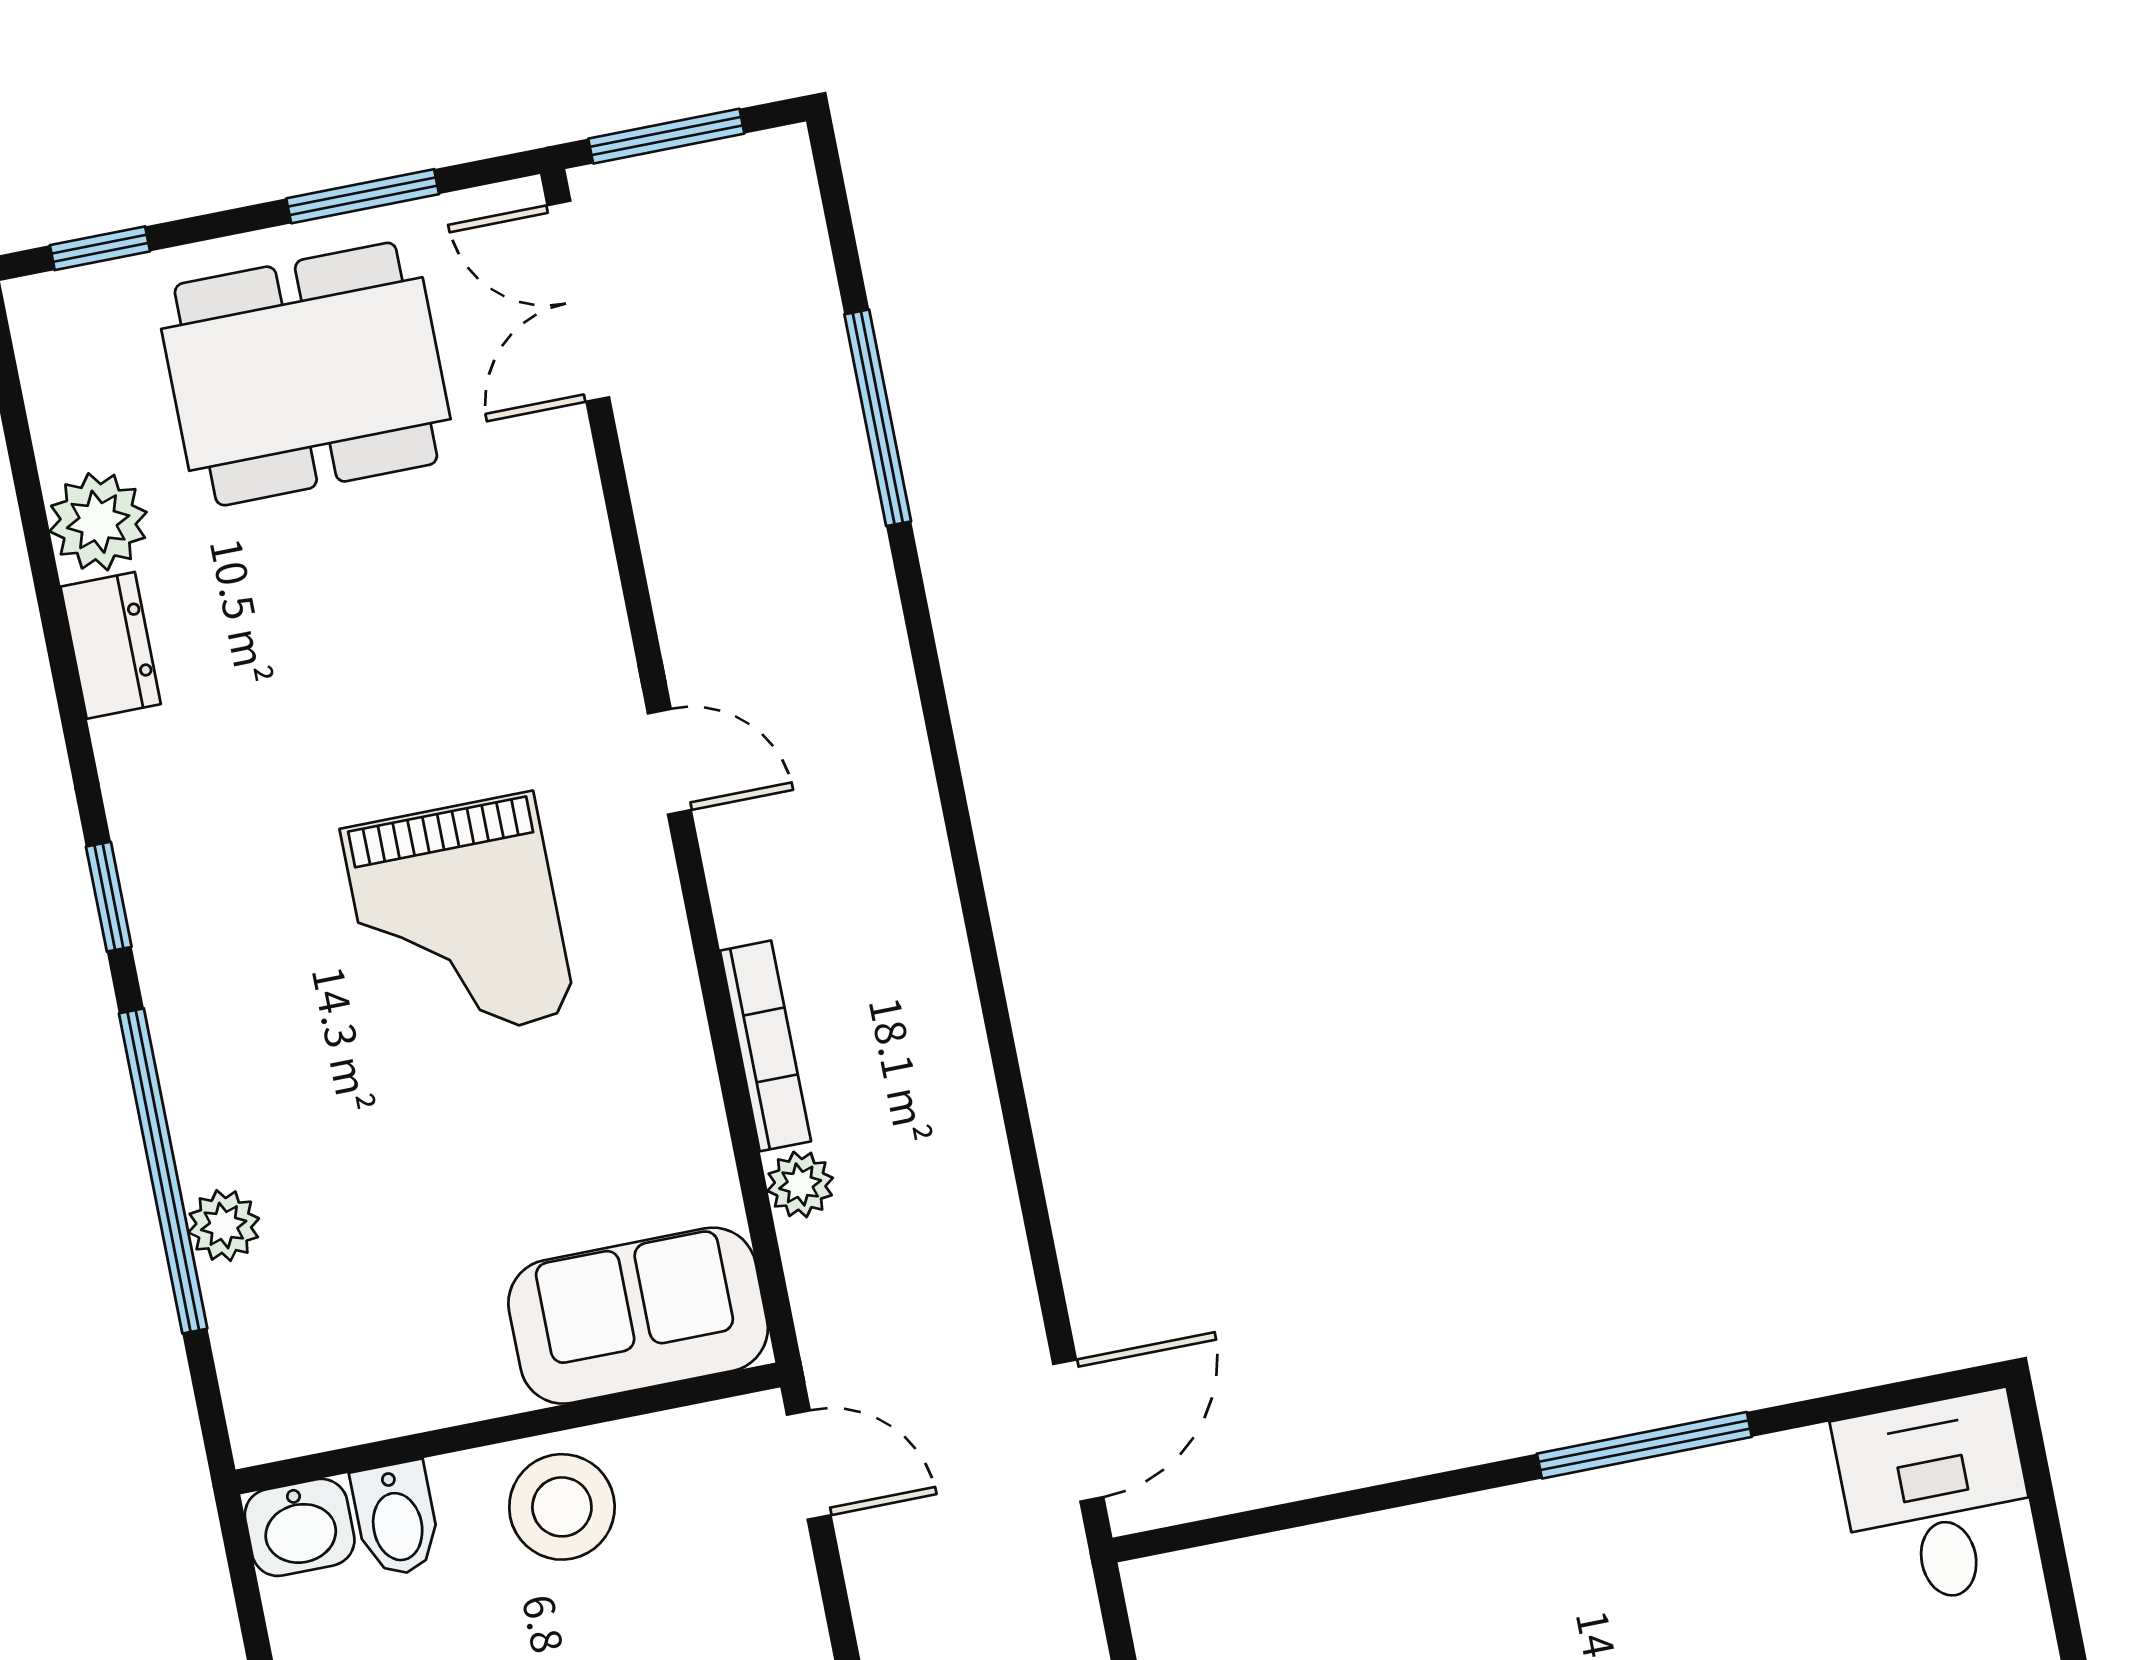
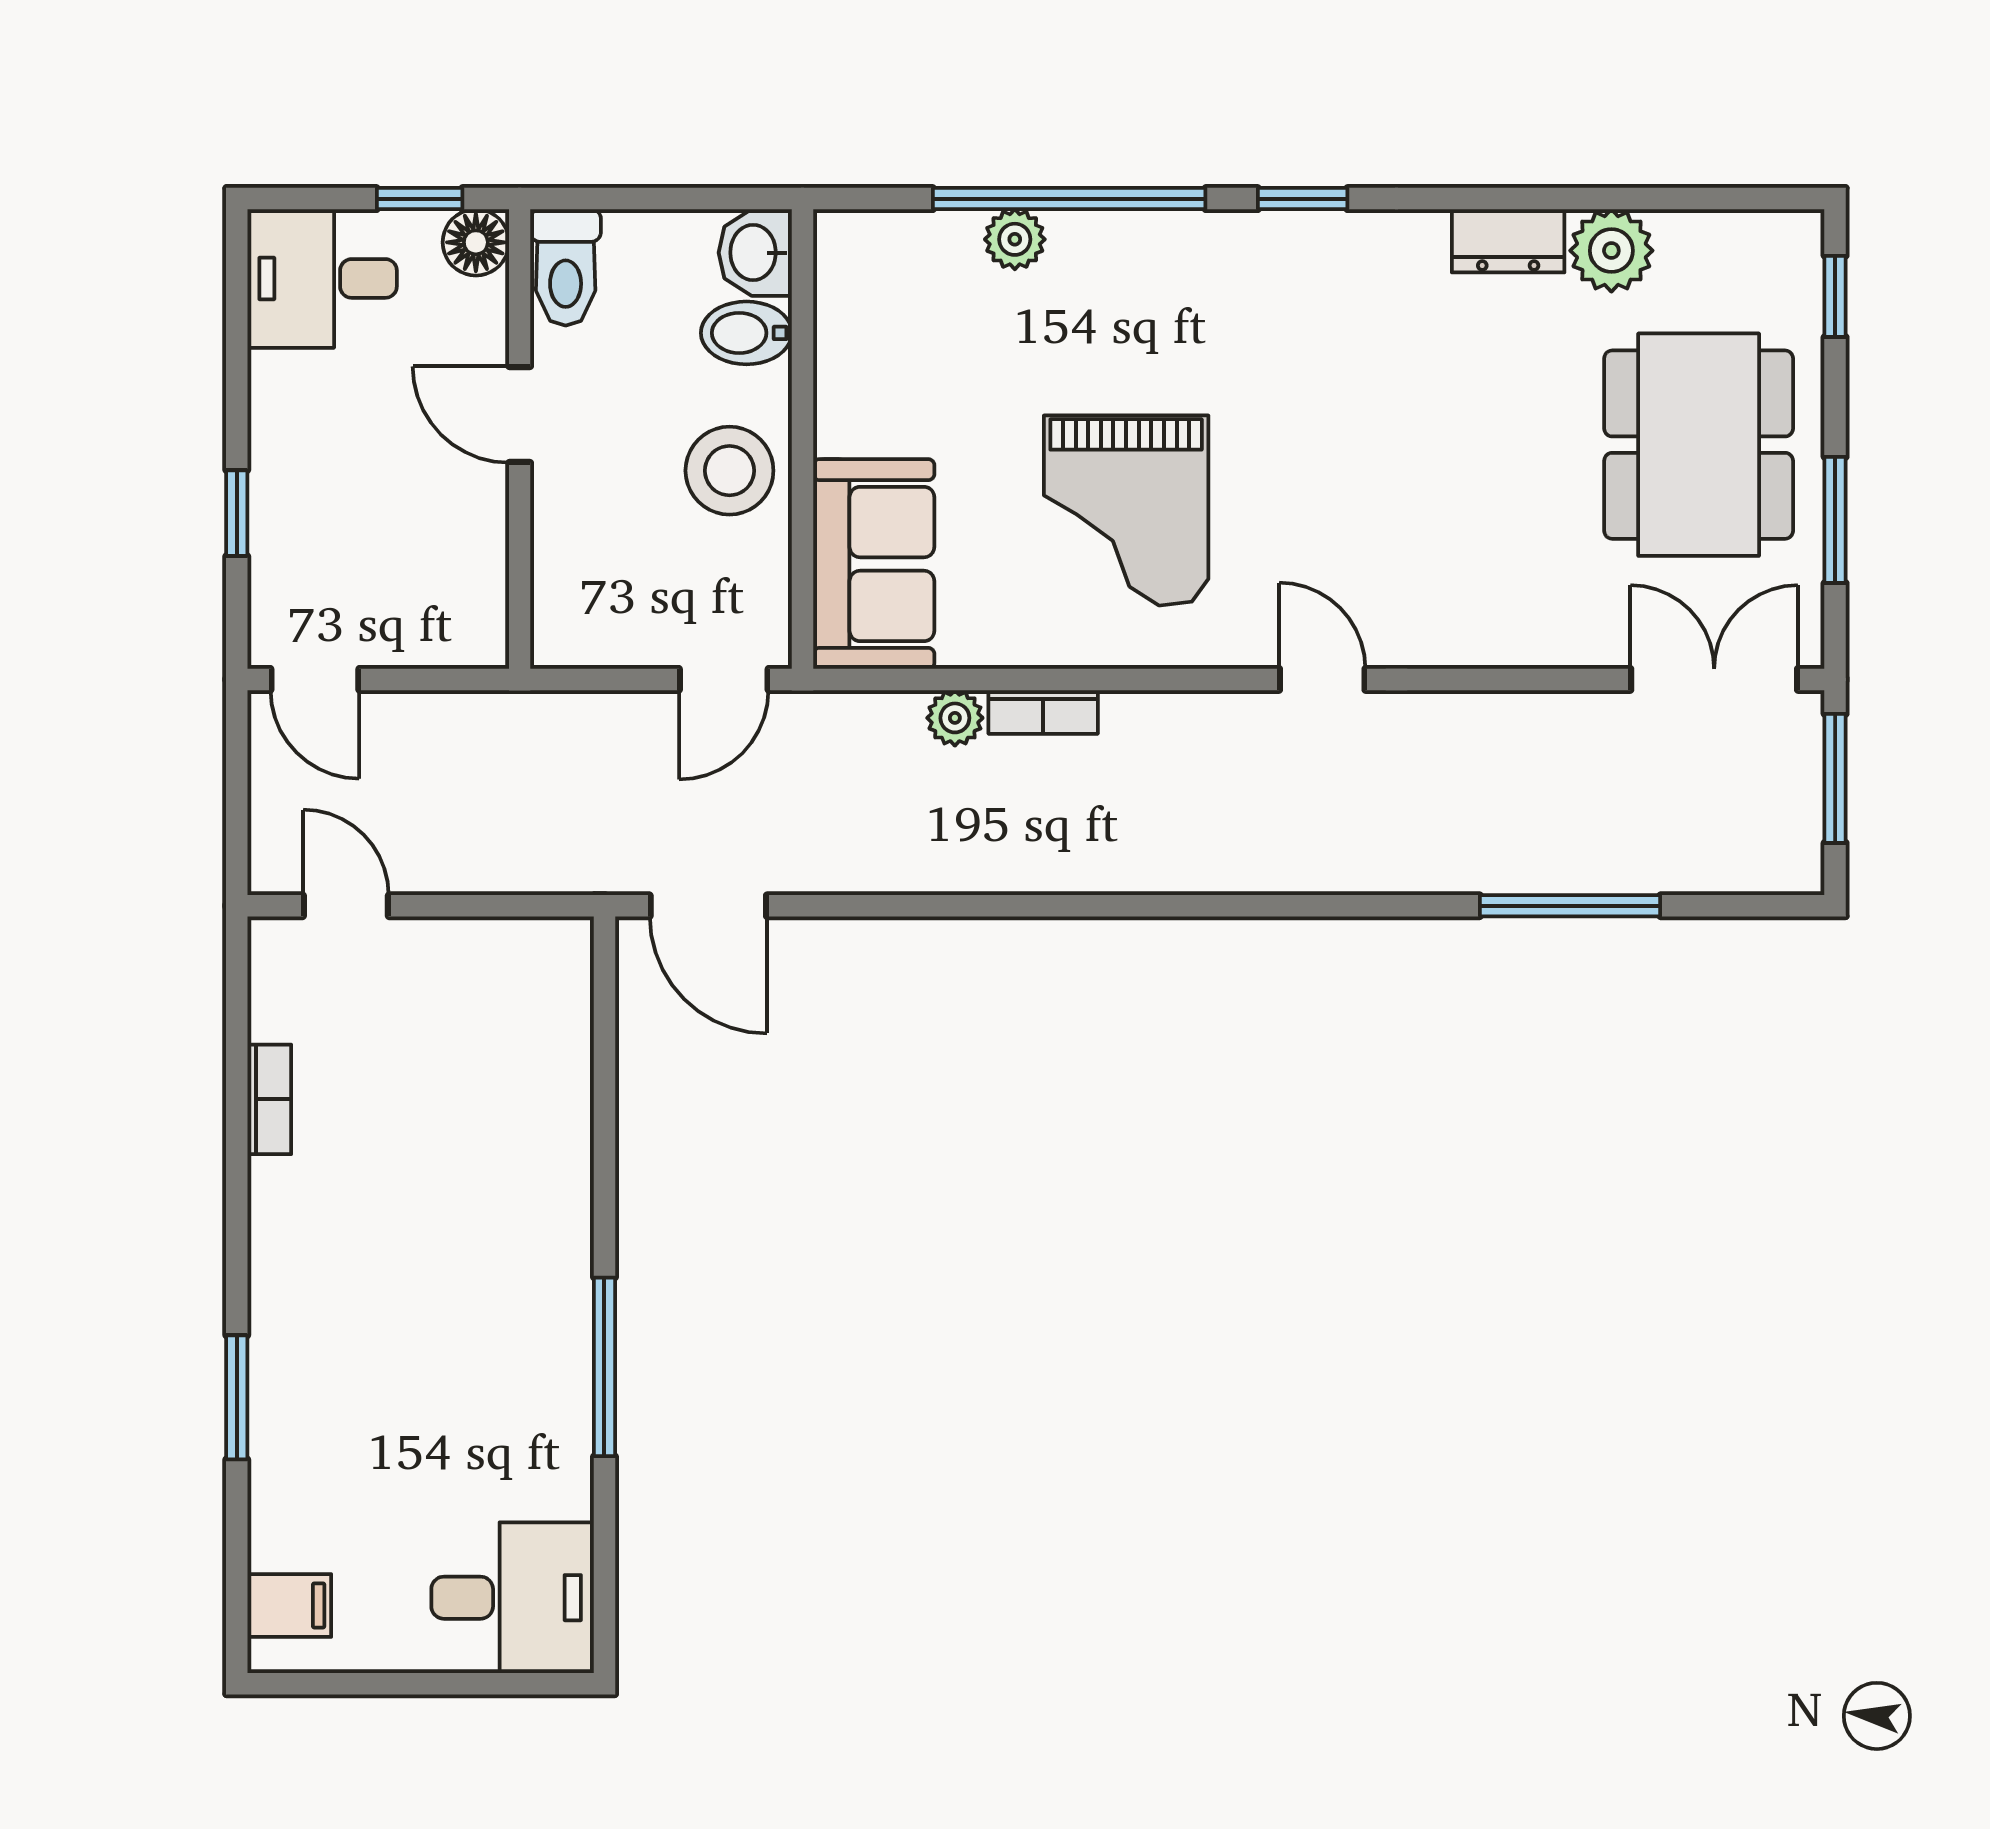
door: (669, 762) -> (1322, 679), swing flipped
grand piano: (458, 921) -> (1126, 510), moved, turned -90
bookcase: (765, 1046) -> (1043, 712), width x0.64

